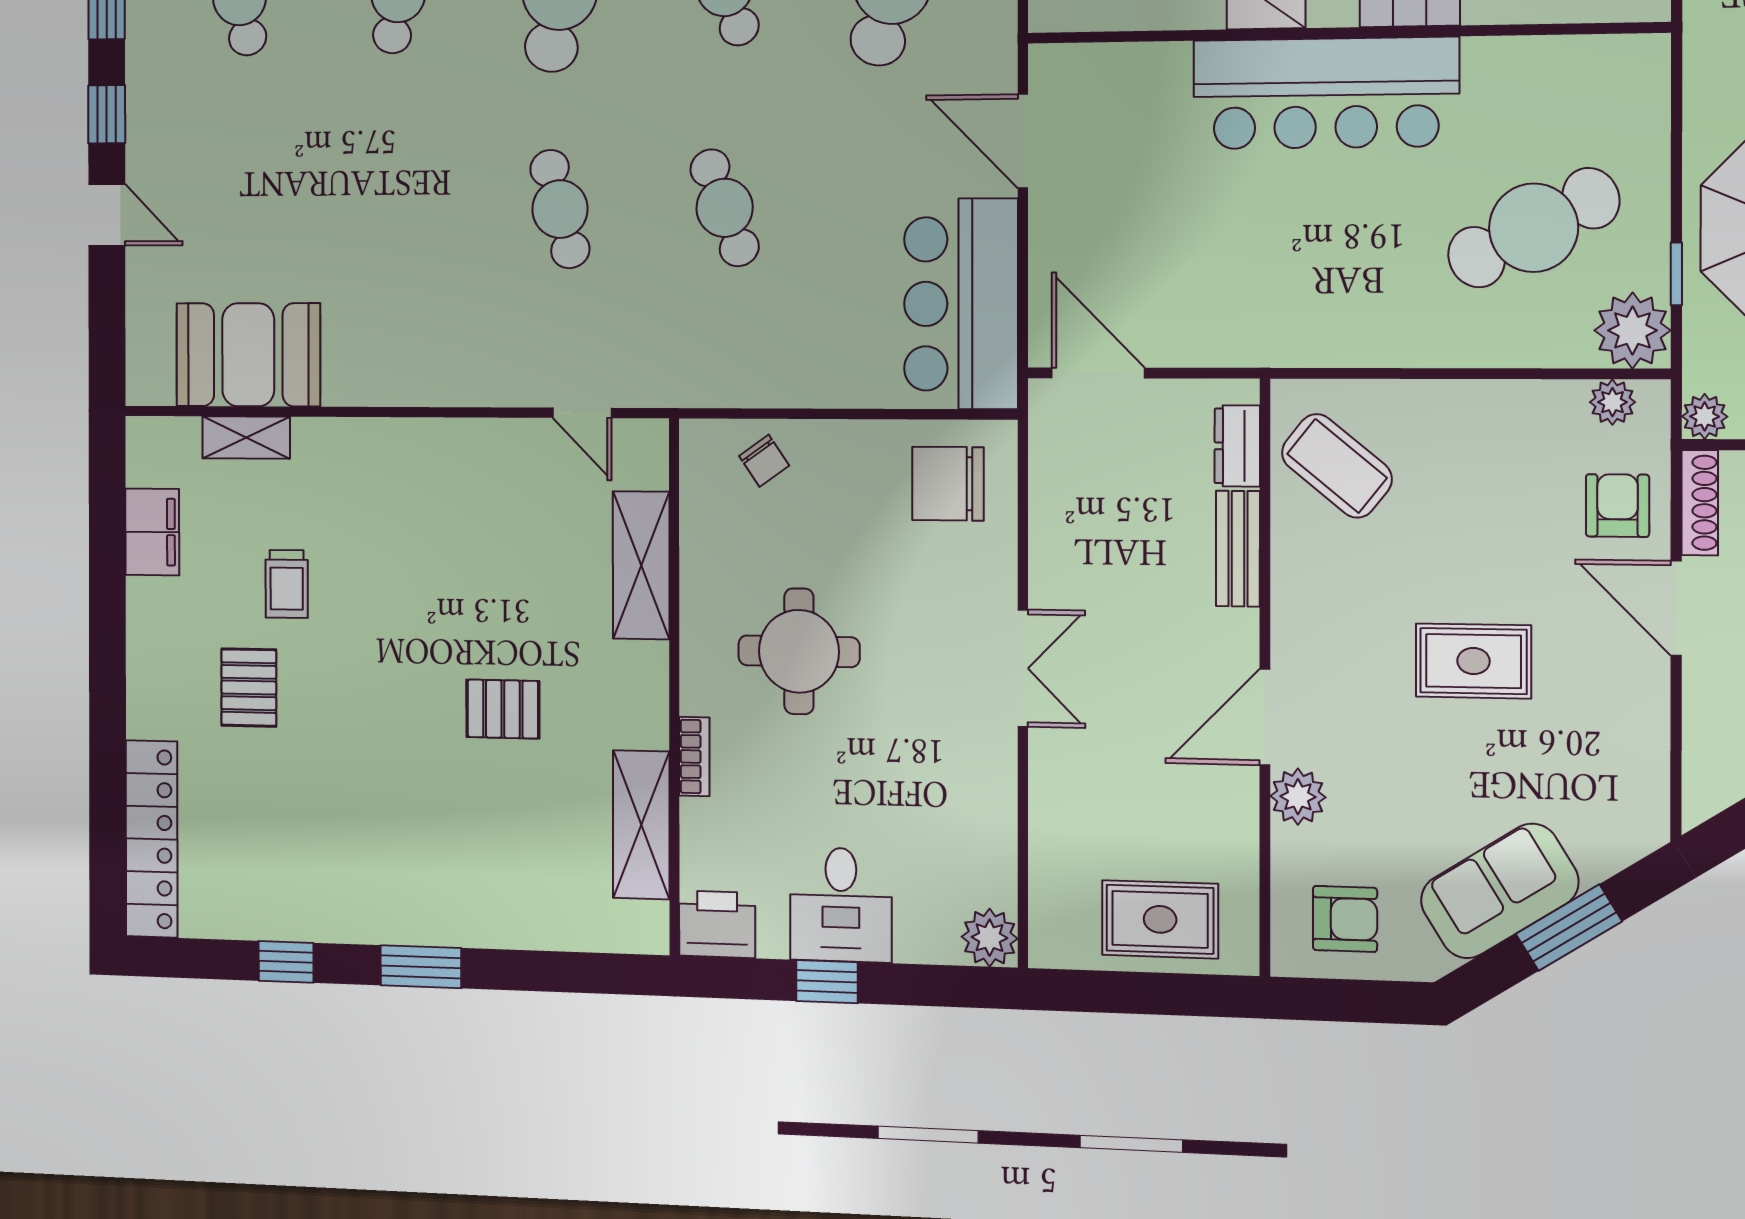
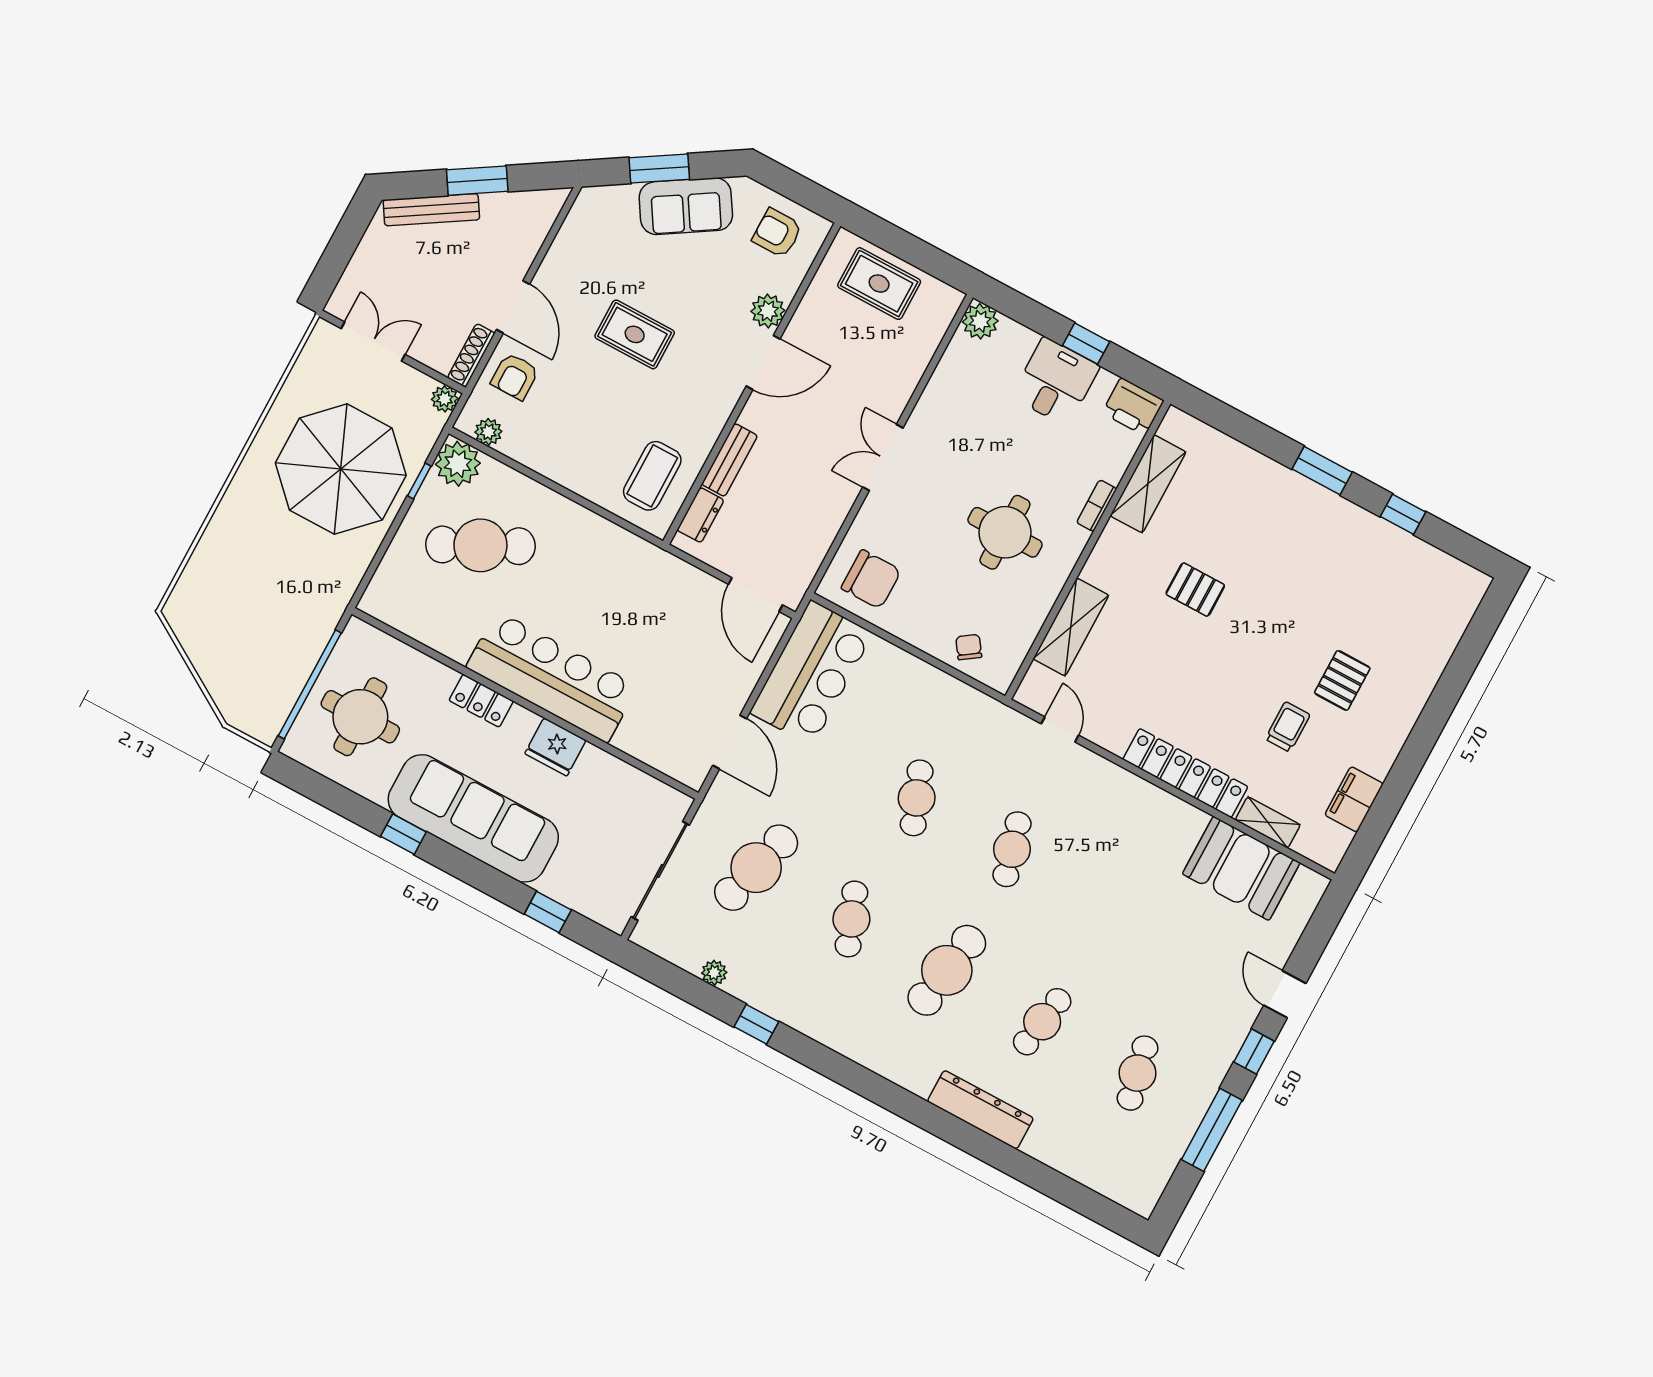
coffee table: (1337, 466) -> (652, 476), turned 51
locker: (152, 839) -> (1185, 773), moved, turned 90

